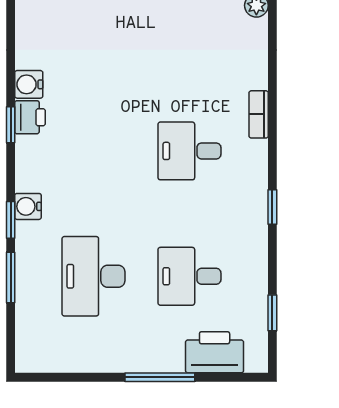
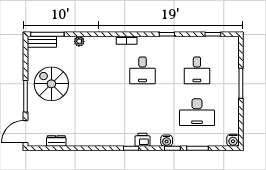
water cooler: (29, 84) -> (233, 140), moved
printer: (30, 117) -> (143, 140), moved
printer: (215, 352) -> (230, 59), removed

